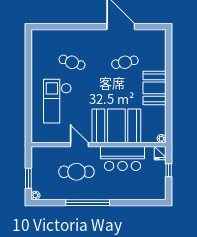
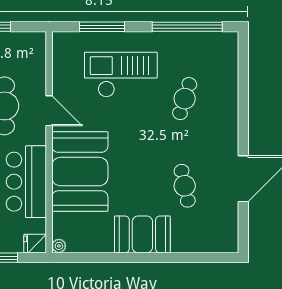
window: (28, 61) -> (187, 27), added
window: (28, 112) -> (102, 27), added
door: (79, 145) -> (49, 111), hinge flipped

